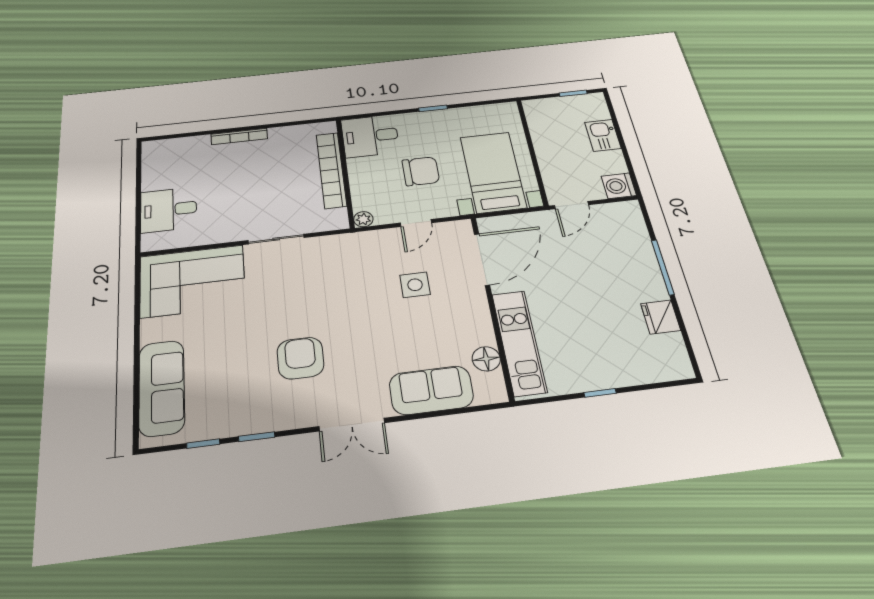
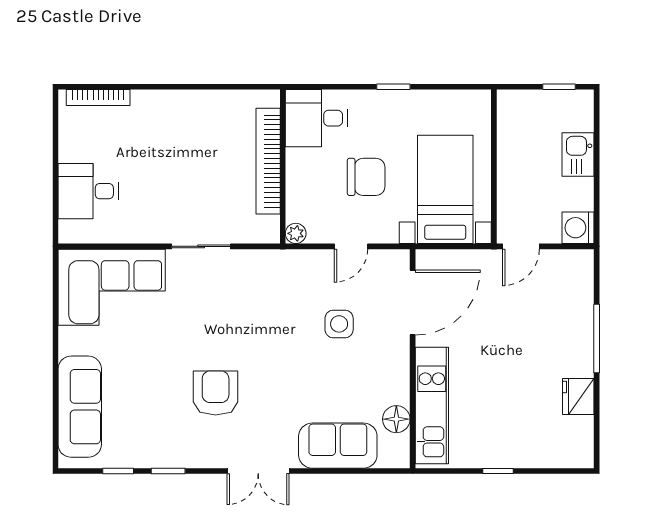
bookcase: (239, 136) -> (98, 98), moved

